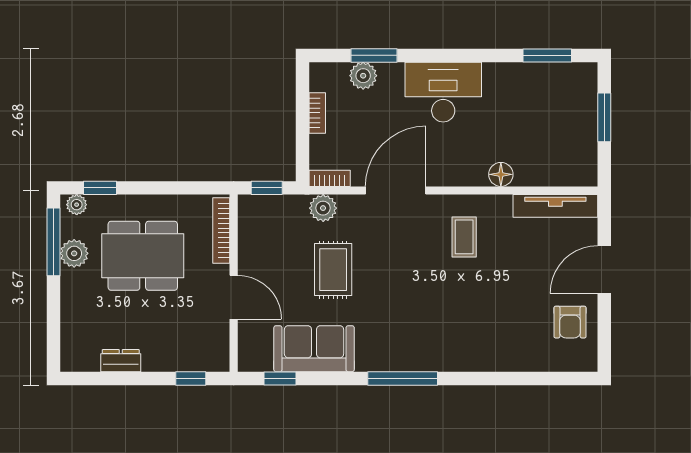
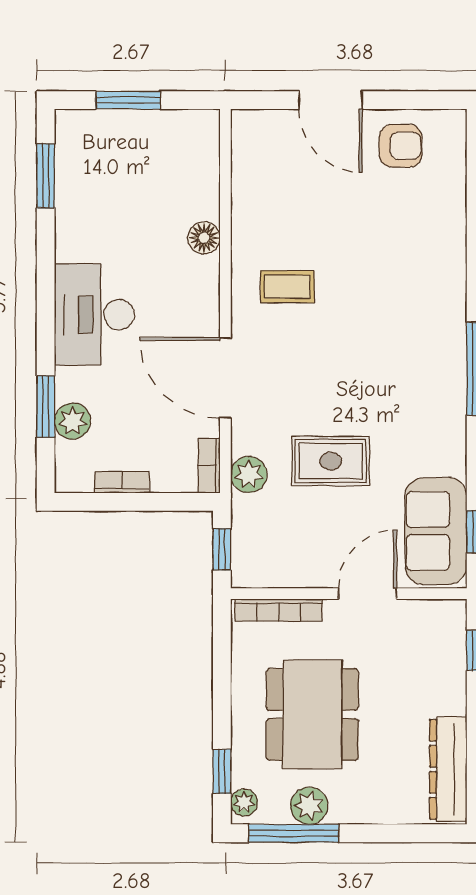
tv unit: (555, 206) -> (246, 165), removed
sofa: (314, 349) -> (436, 531), moved
dresser: (121, 361) -> (448, 769), width x1.96, depth x1.24

